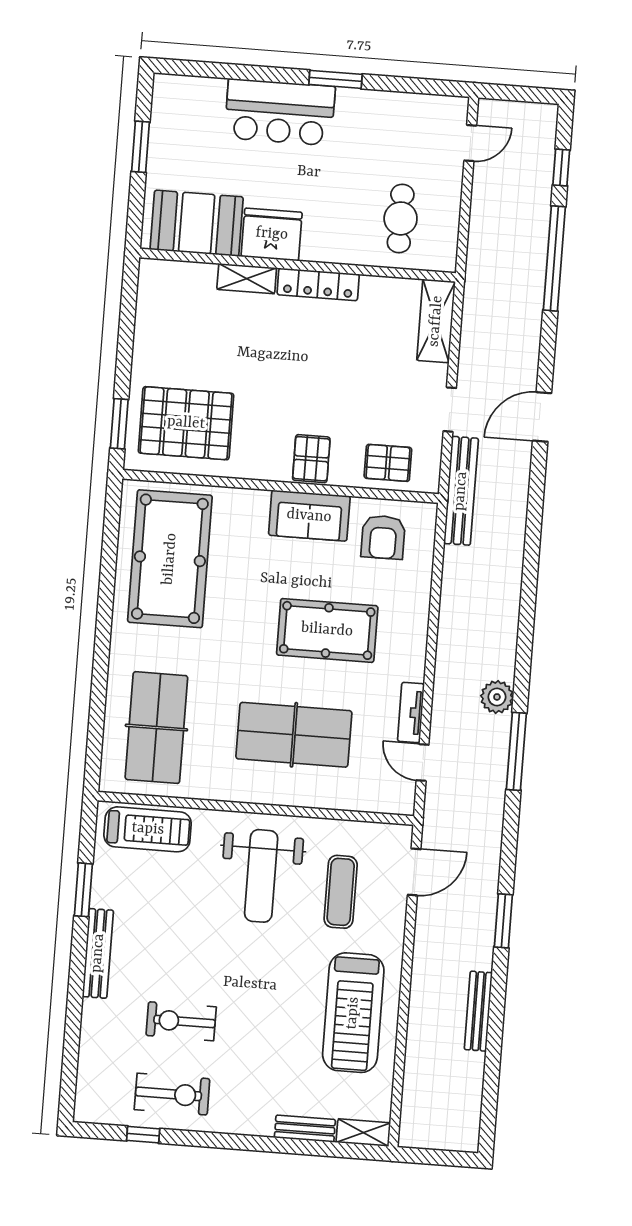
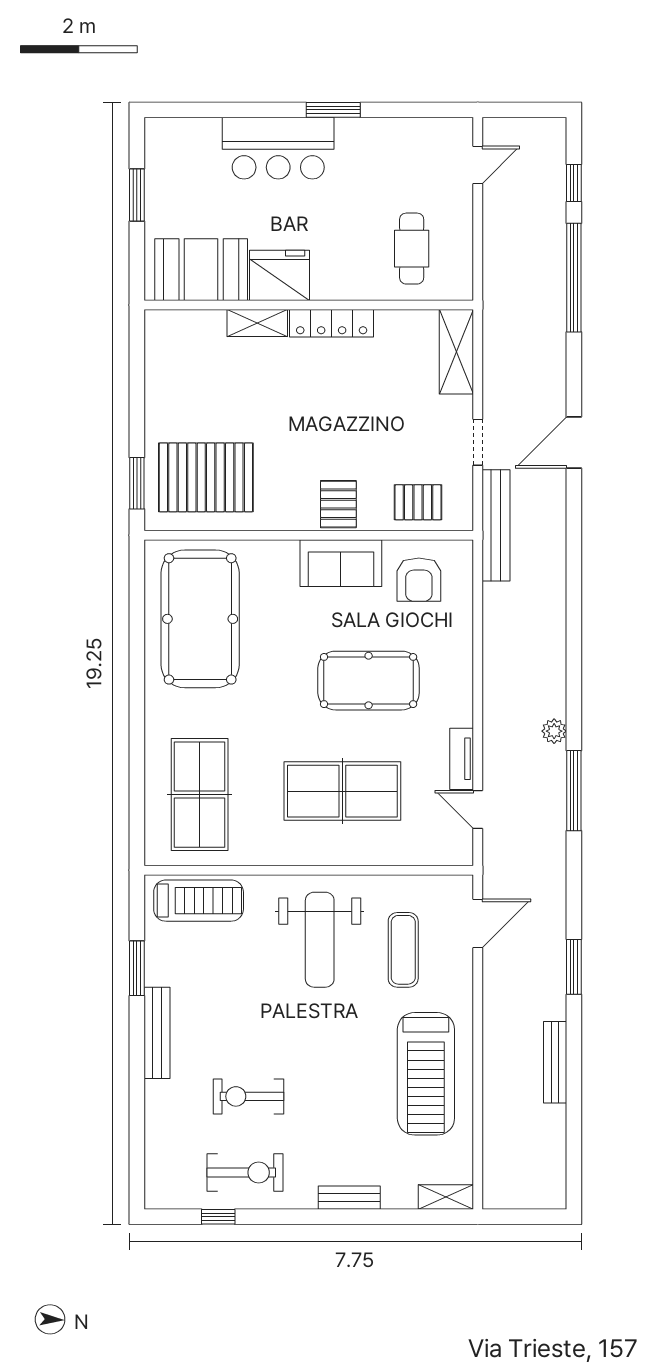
plant: (497, 697) -> (554, 731), width x0.73, depth x0.73
bench: (305, 1129) -> (349, 1198), moved

